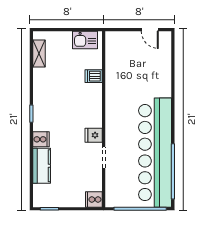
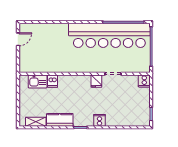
kitchen sink: (85, 40) -> (38, 81), moved, turned 90
kitchen counter: (42, 166) -> (60, 120), moved

